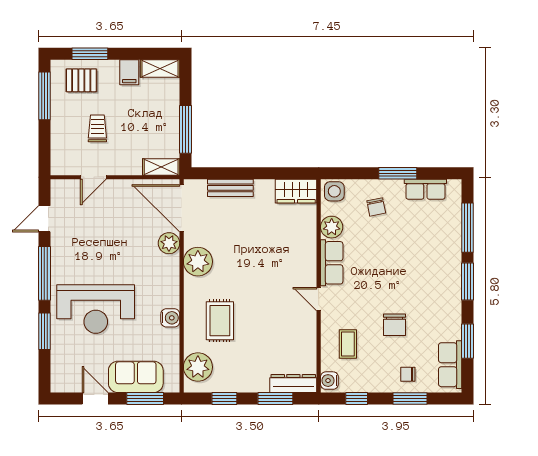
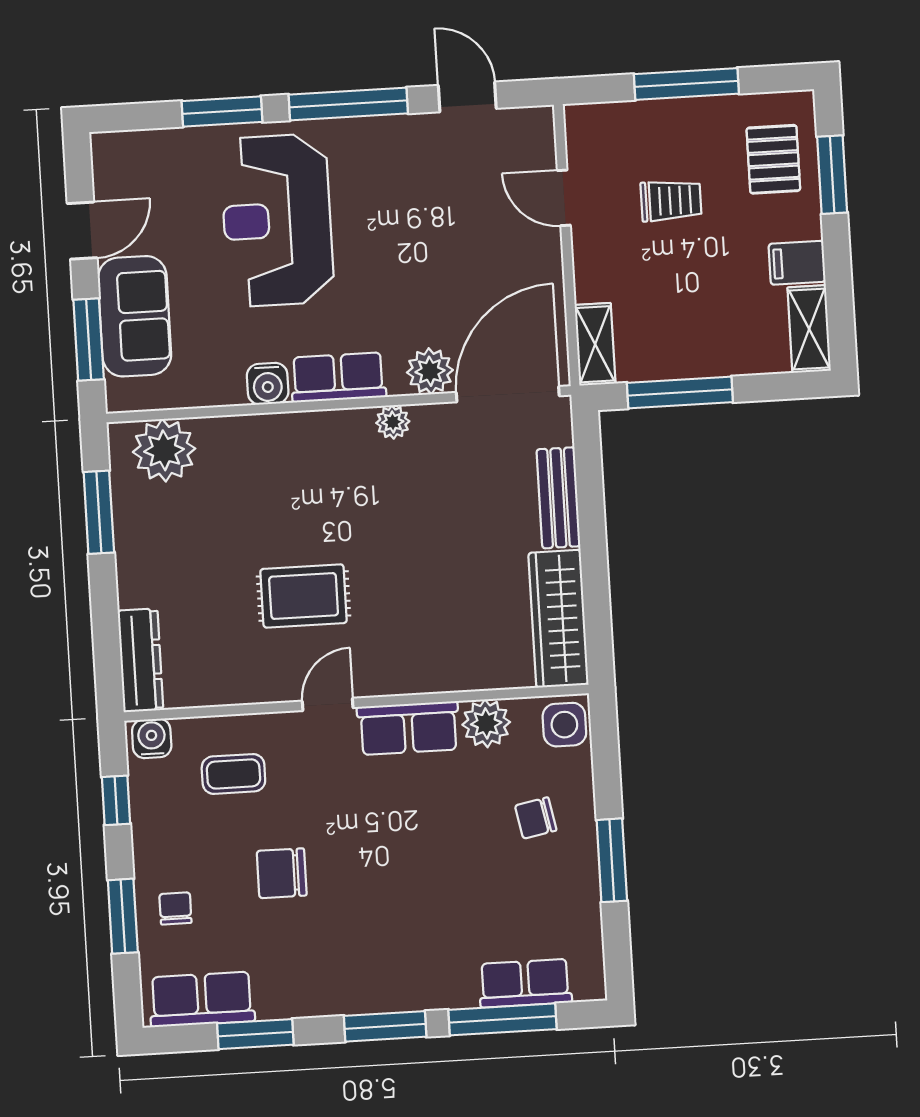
window: (44, 96) -> (686, 84), moved
row of seats: (425, 189) -> (525, 983), moved, turned 90
wardrobe: (296, 191) -> (558, 619), width x1.50
plant: (198, 262) -> (393, 422), width x0.53, depth x0.53
row of seats: (169, 285) -> (338, 377), added
rug: (220, 321) -> (304, 596), moved
window: (224, 399) -> (99, 512), width x1.50
window: (275, 399) -> (105, 623), removed

